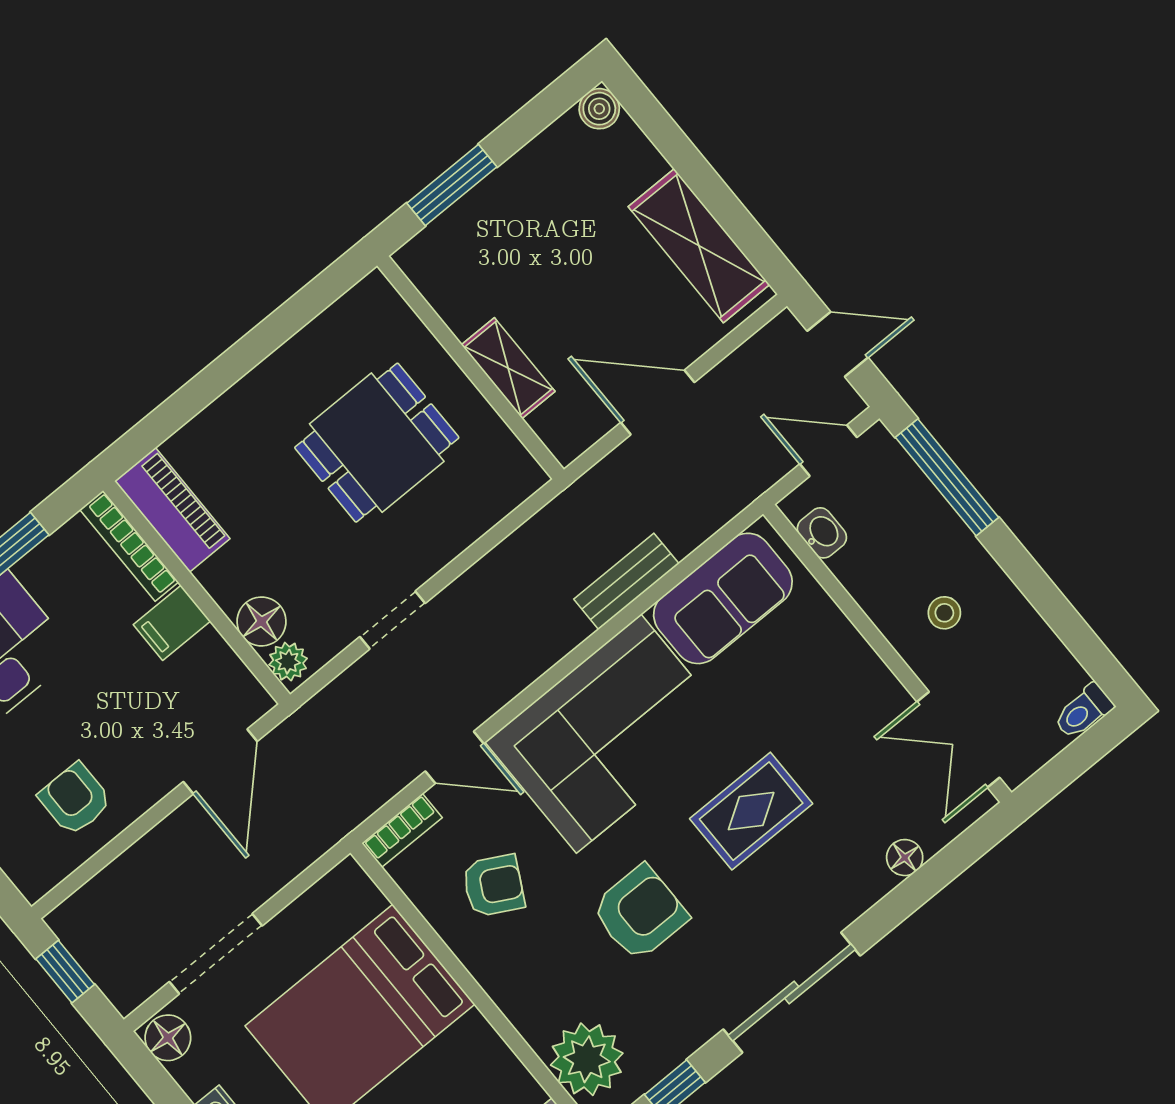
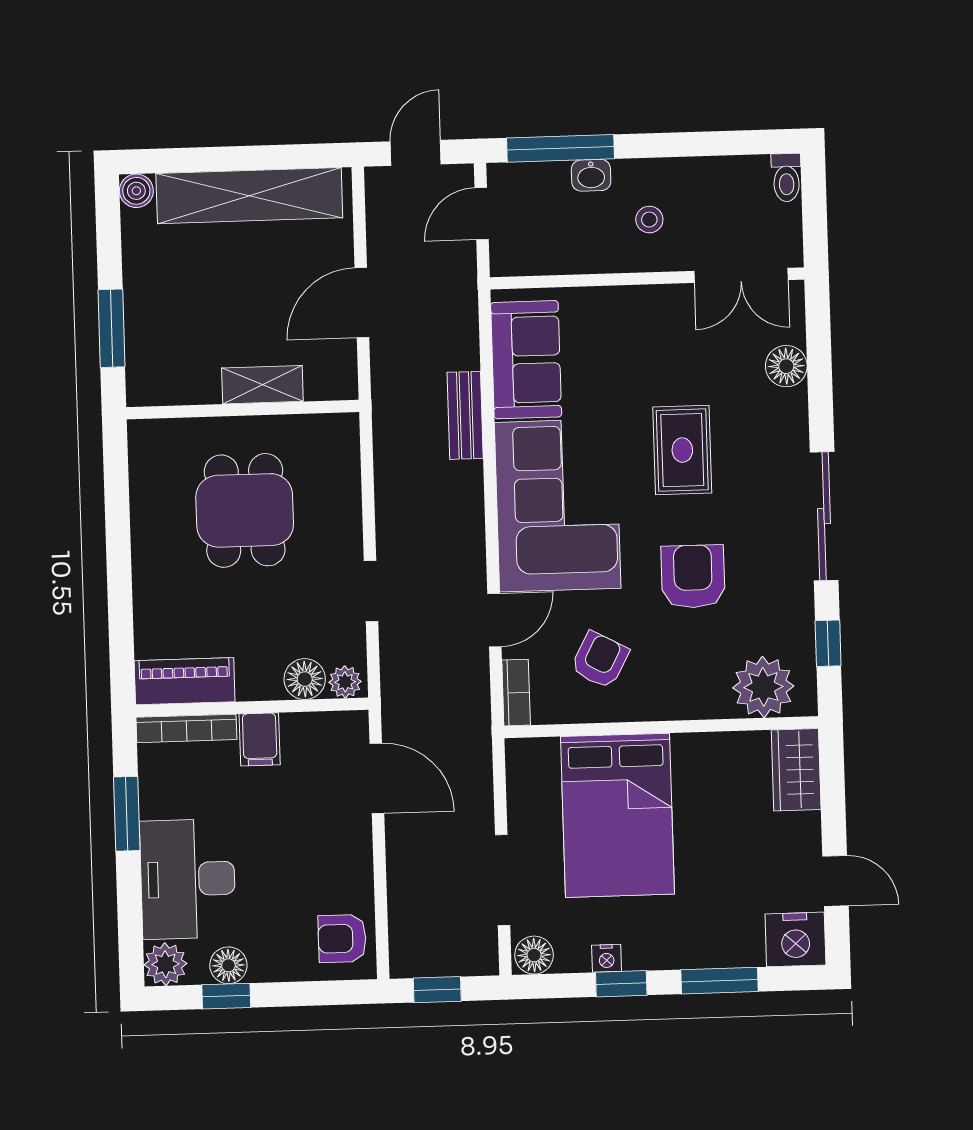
shelving: (699, 246) -> (249, 196), width x1.47
washbasin: (822, 533) -> (591, 175), moved, turned 180
armchair: (75, 799) -> (342, 939), moved
floor lamp: (905, 858) -> (786, 366), width x1.37, depth x1.37

